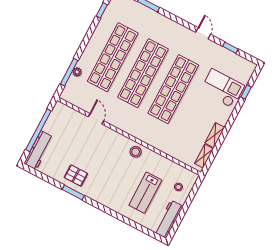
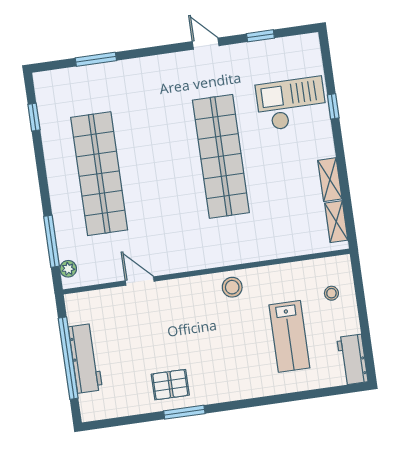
plant: (77, 72) -> (68, 269), moved
shop shelf: (143, 73) -> (160, 165), removed
window: (246, 92) -> (333, 106), moved
workbench: (39, 150) -> (85, 358), moved
workbench: (169, 219) -> (352, 360), width x0.73

